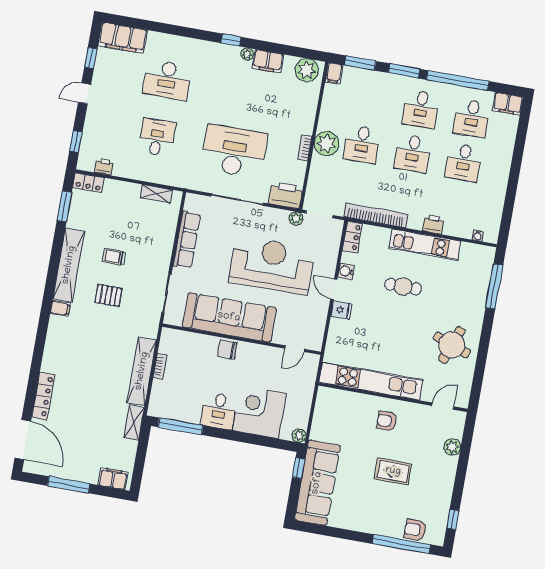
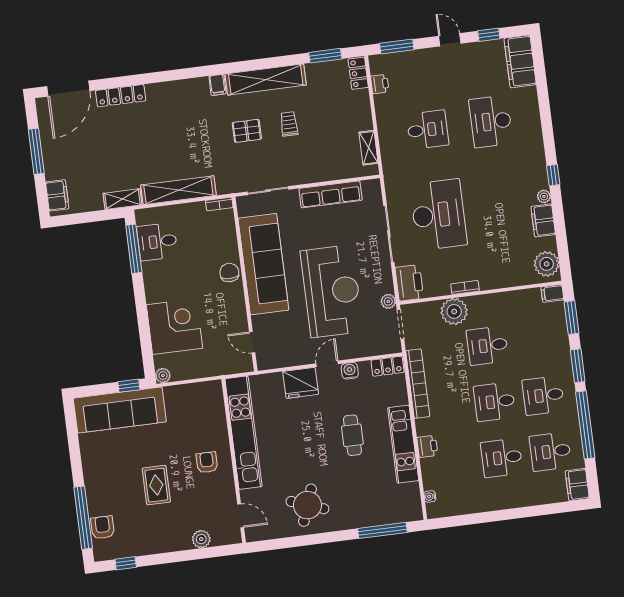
window: (76, 141) -> (397, 47), width x1.50
plant: (326, 144) -> (454, 311), moved
pallet: (109, 295) -> (247, 131), turned 90
fridge: (341, 310) -> (301, 383), width x1.88, depth x1.34
bookcase: (160, 366) -> (219, 204), moved
desk: (219, 411) -> (157, 242), moved

